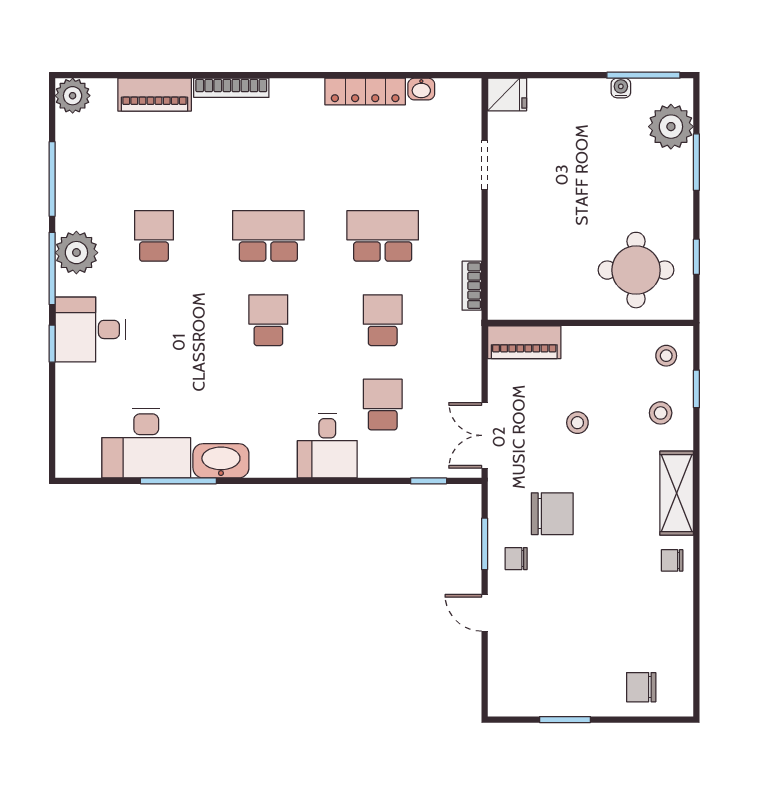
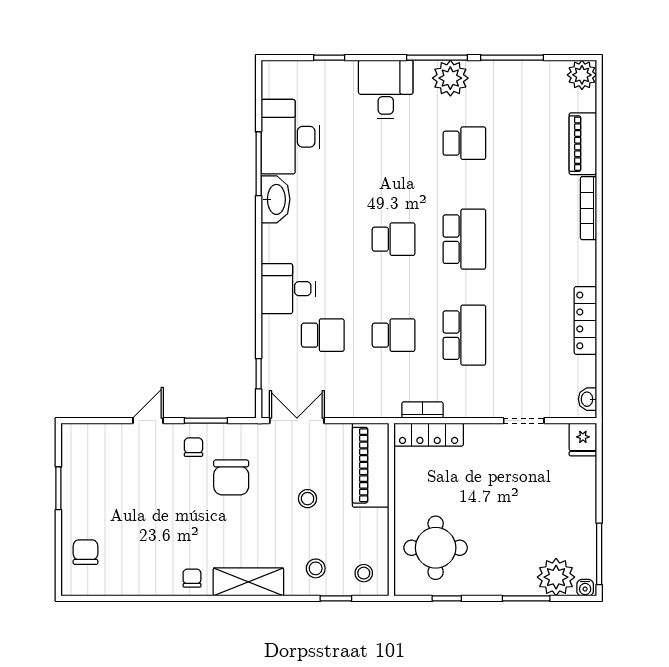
water cooler: (621, 88) -> (585, 588), moved, turned 90
washbasin: (421, 89) -> (588, 399), moved
locker: (501, 278) -> (429, 435), added
piano: (524, 342) -> (371, 465), width x1.37, depth x1.33
window: (52, 344) -> (329, 58), moved

